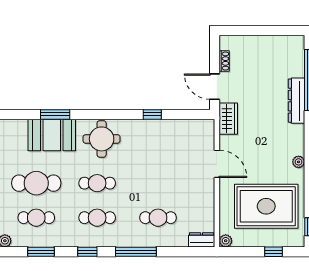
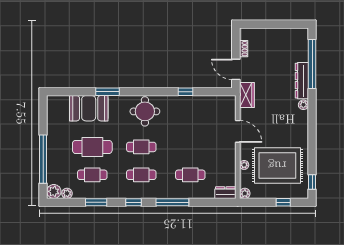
booth: (52, 135) -> (89, 108), moved
plant: (299, 162) -> (303, 105), moved
plant: (225, 205) -> (244, 165), added

